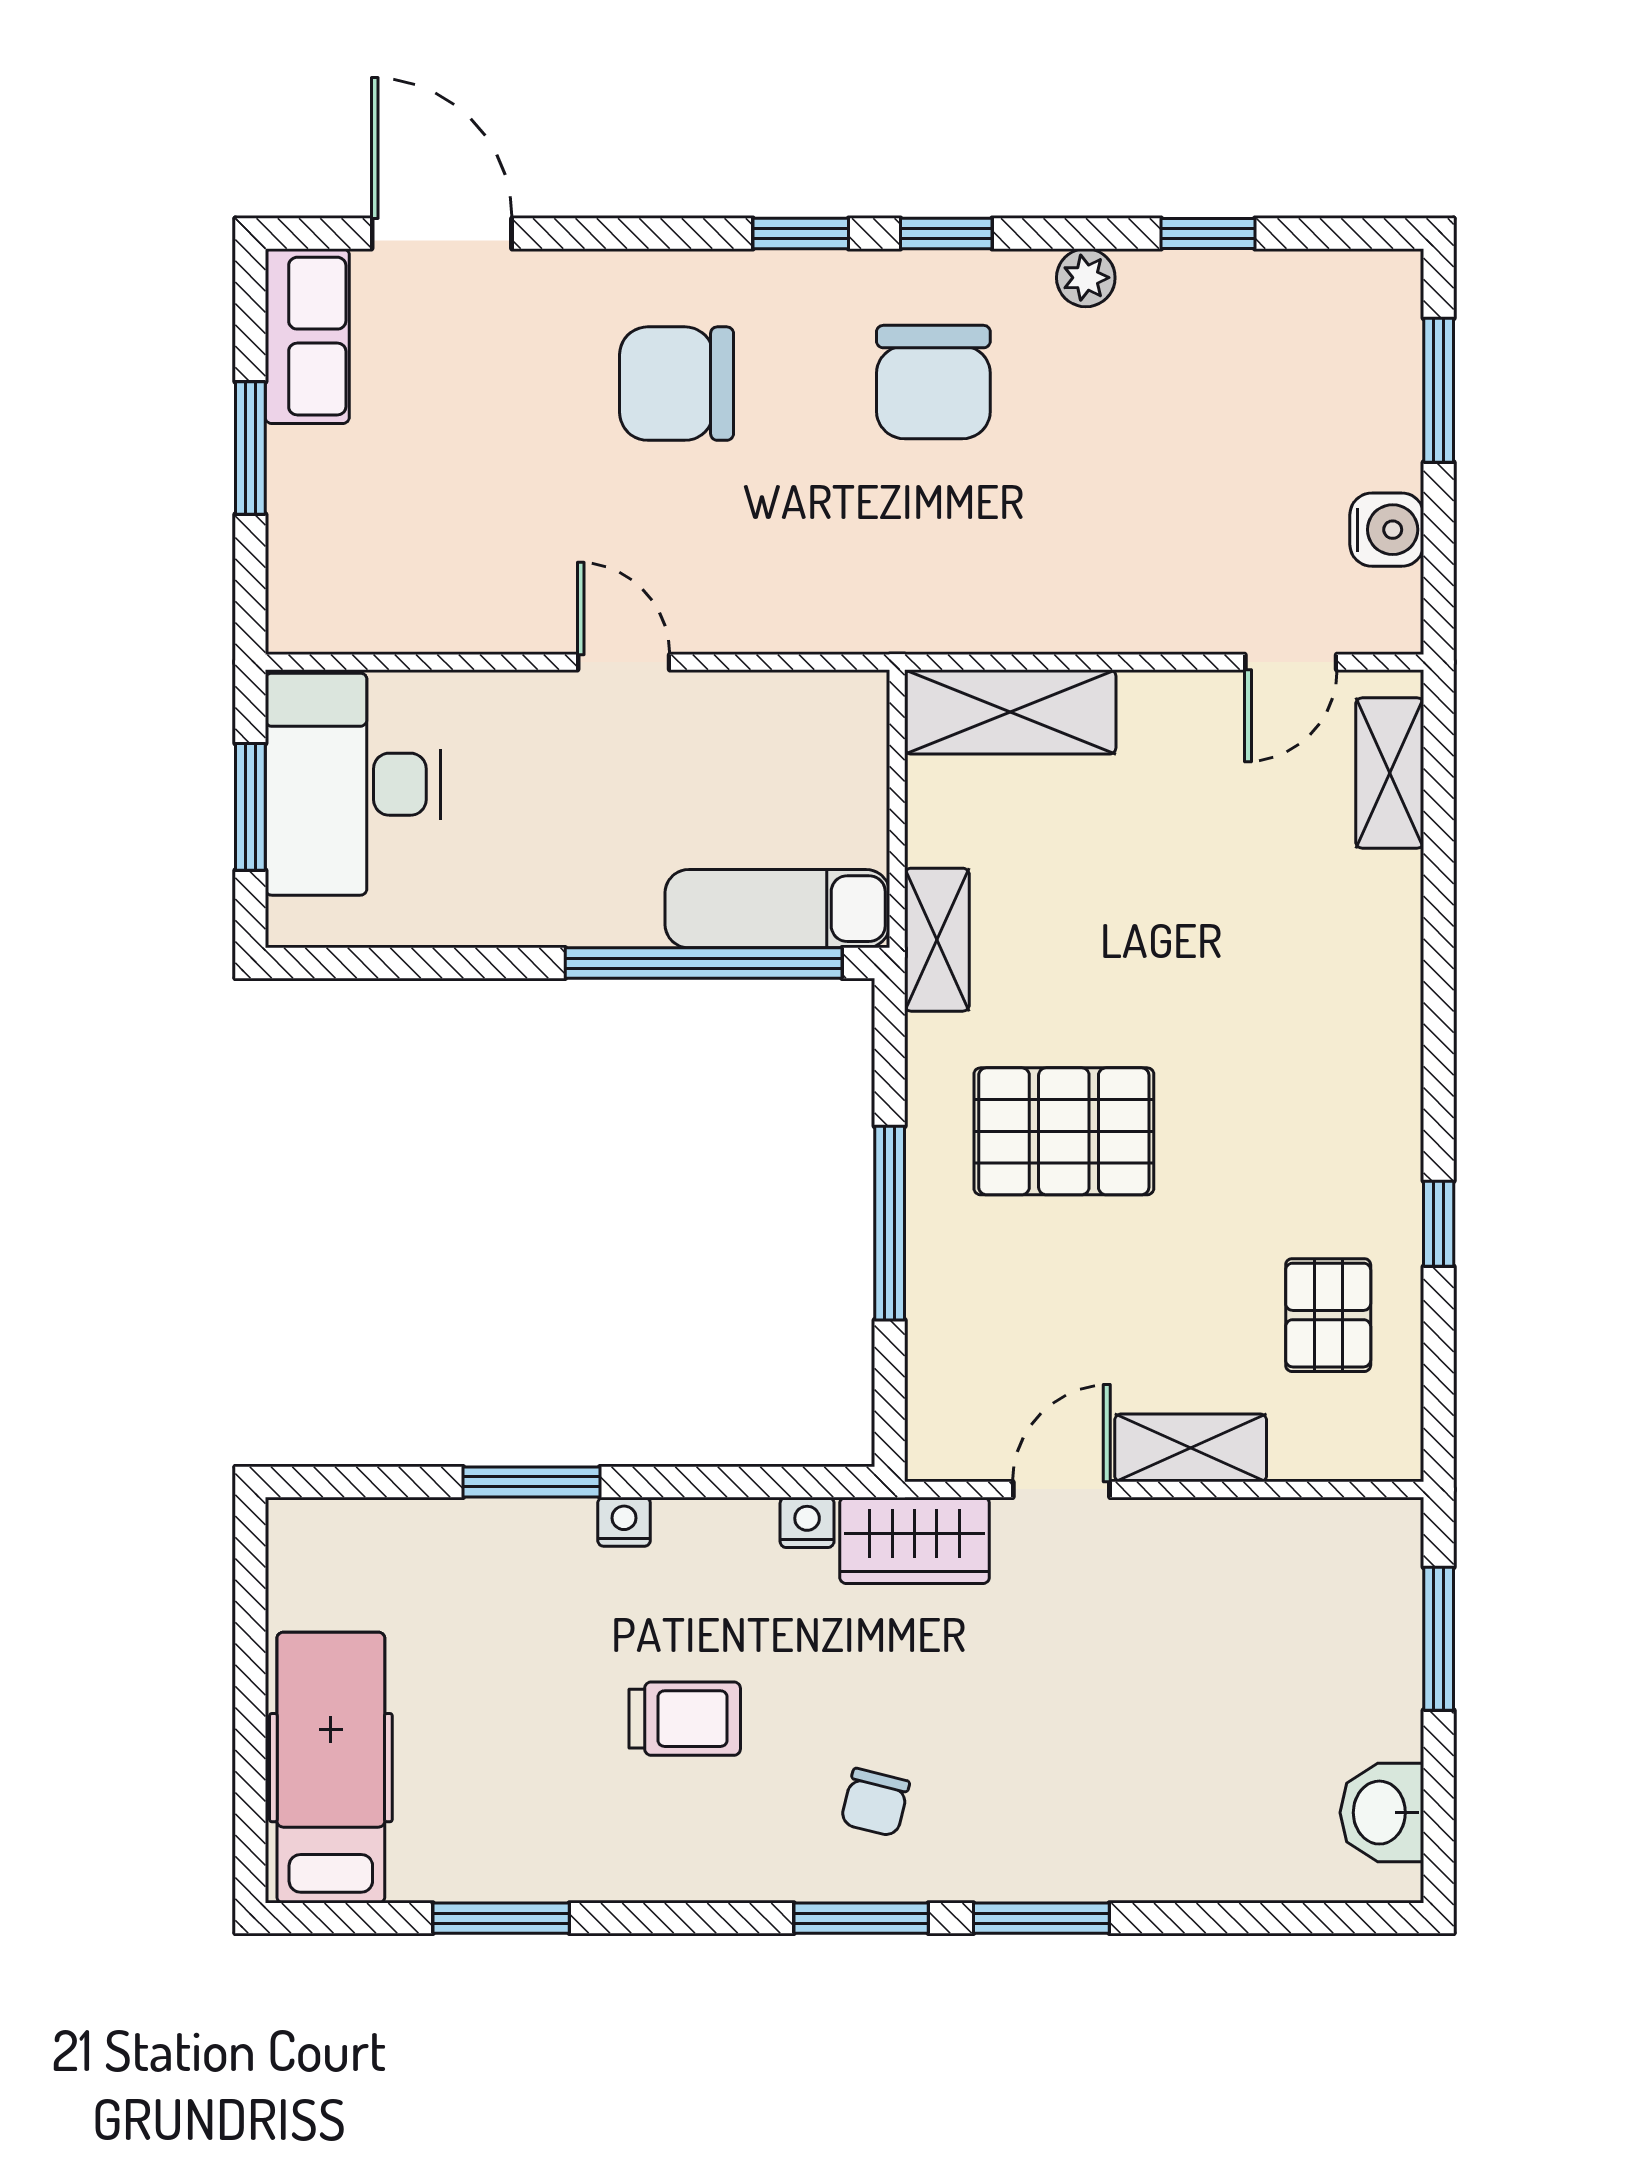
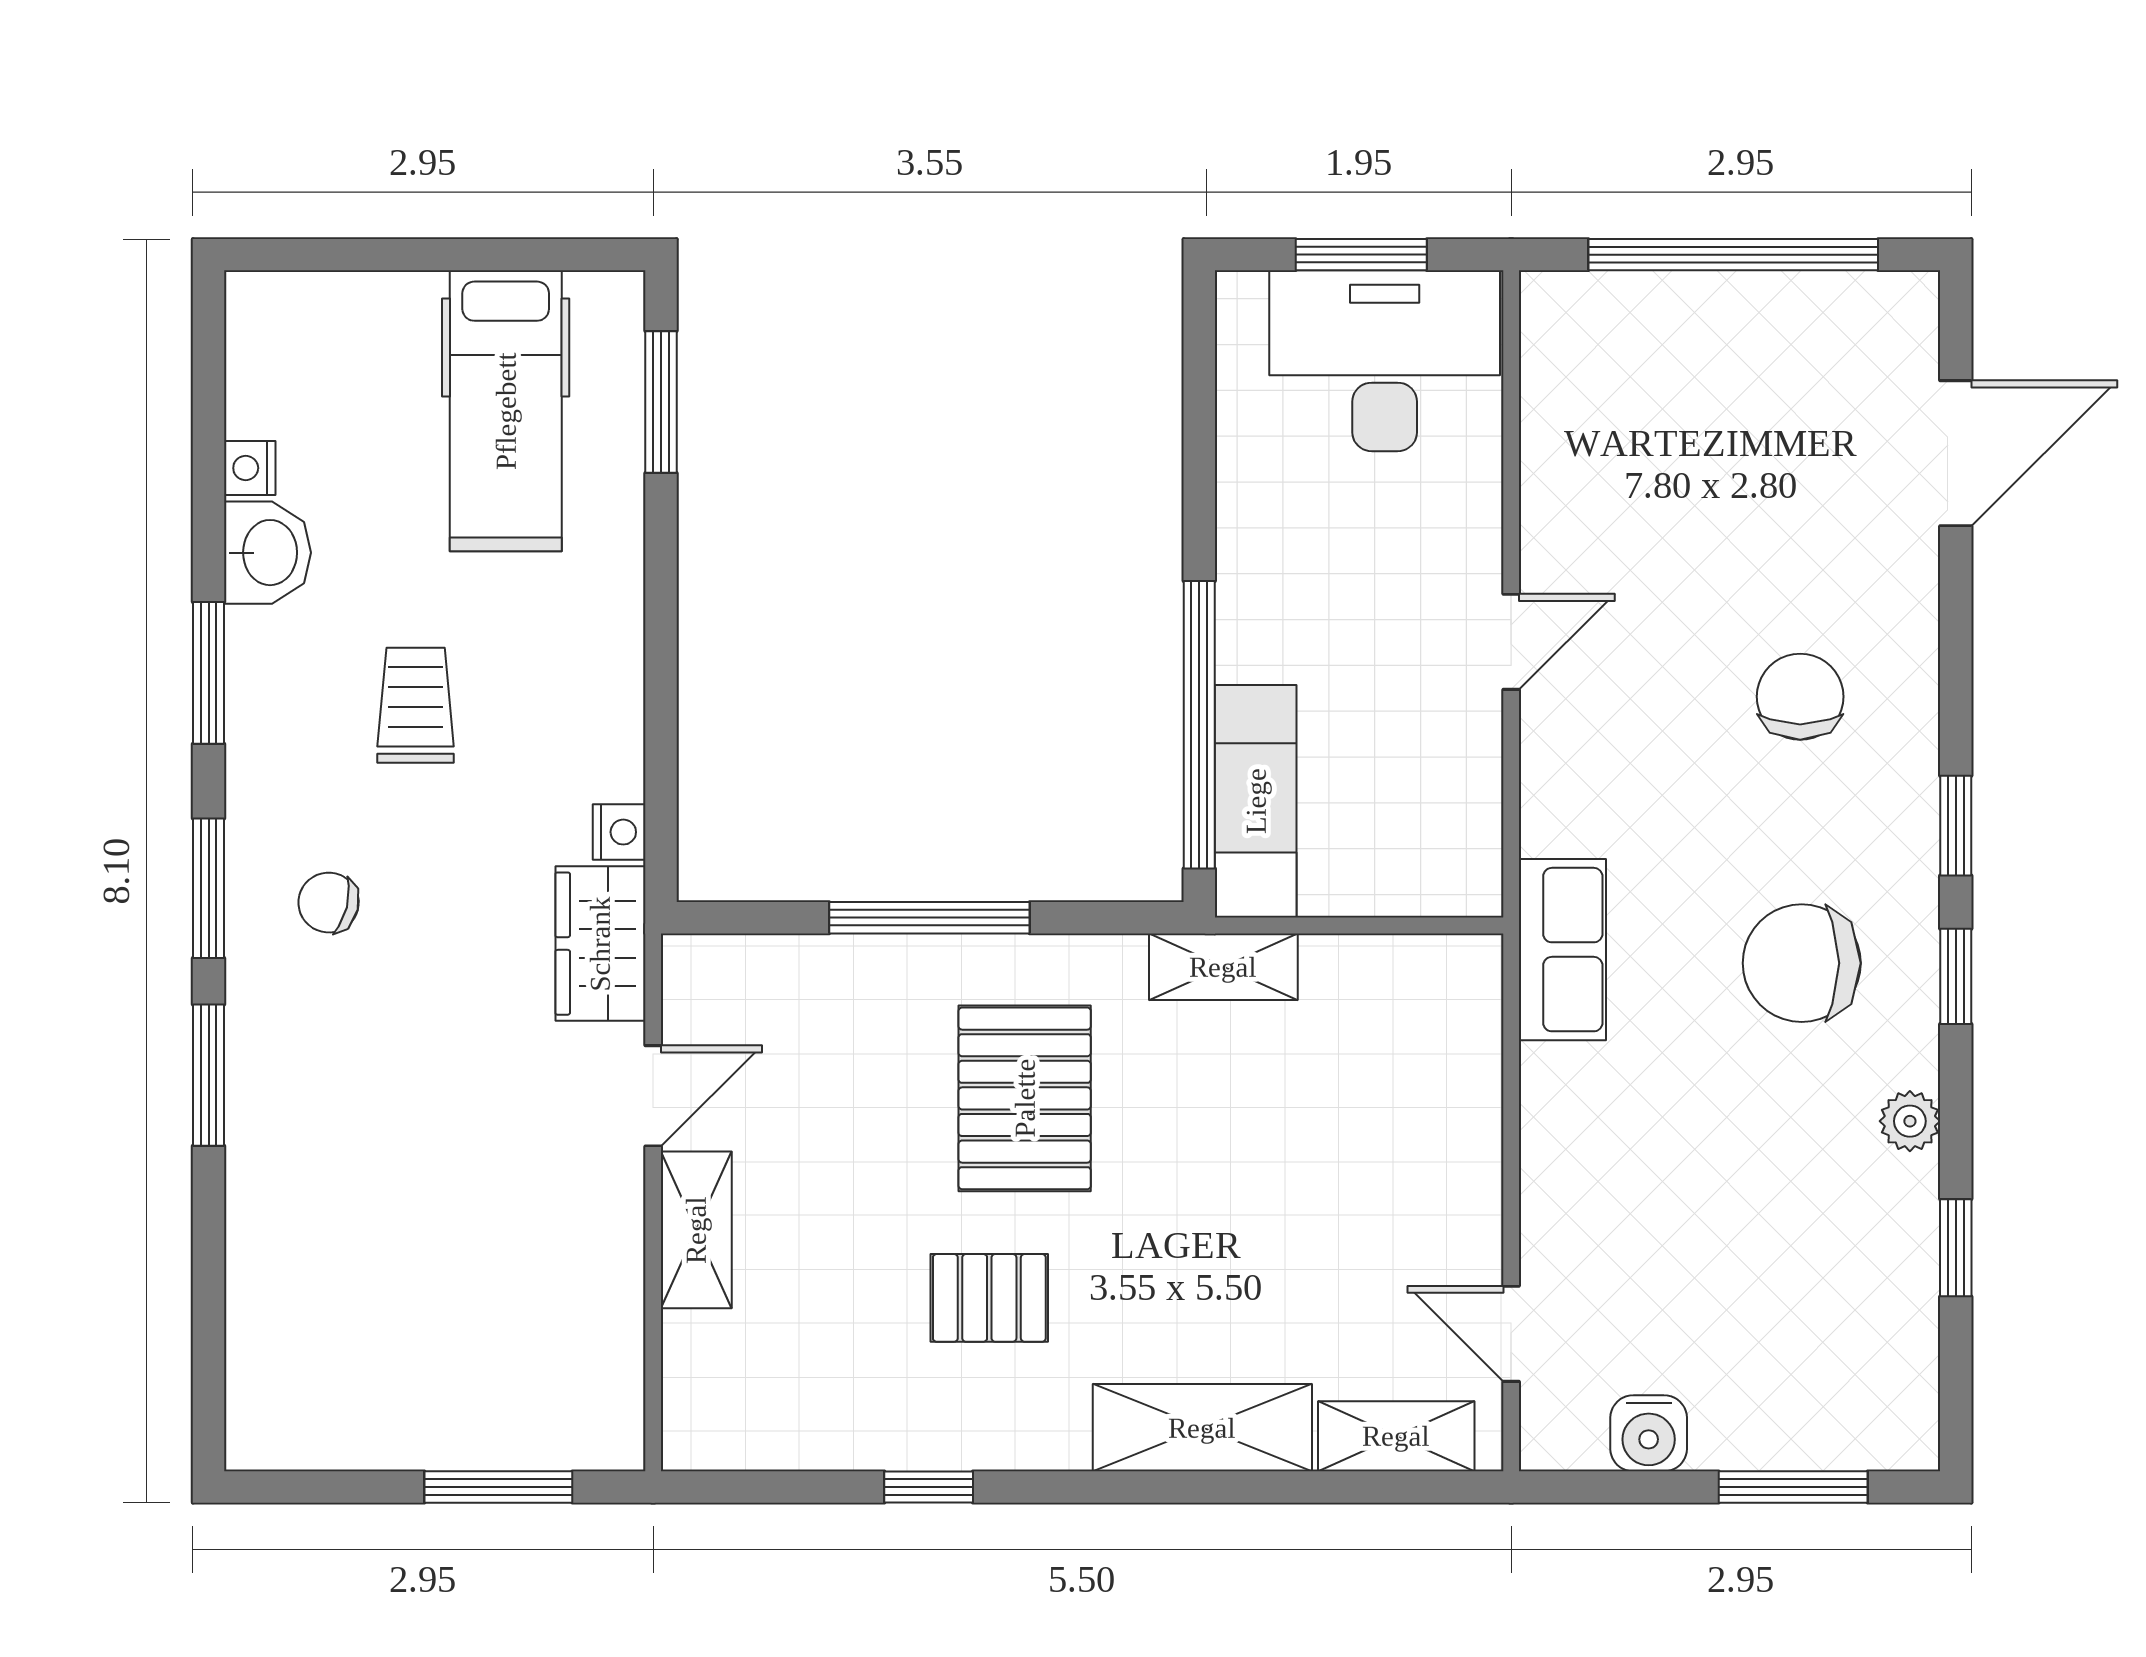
row of seats: (307, 336) -> (1562, 950), moved, turned -90
chair: (677, 384) -> (1800, 697), width x0.73, depth x0.73
window: (250, 448) -> (1733, 255), width x2.11
shelving: (1010, 712) -> (1202, 1428), moved, turned 90
pallet: (1328, 1315) -> (989, 1298), moved
window: (531, 1482) -> (661, 402), moved
door: (1061, 1489) -> (653, 1096), hinge flipped
nightstand: (624, 1522) -> (250, 468), moved, turned 180
trolley: (685, 1719) -> (416, 705), turned 180
hospital bed: (331, 1768) -> (506, 411), moved, turned 90
washbasin: (1382, 1813) -> (267, 553), moved, turned 90
window: (501, 1918) -> (209, 673), moved

